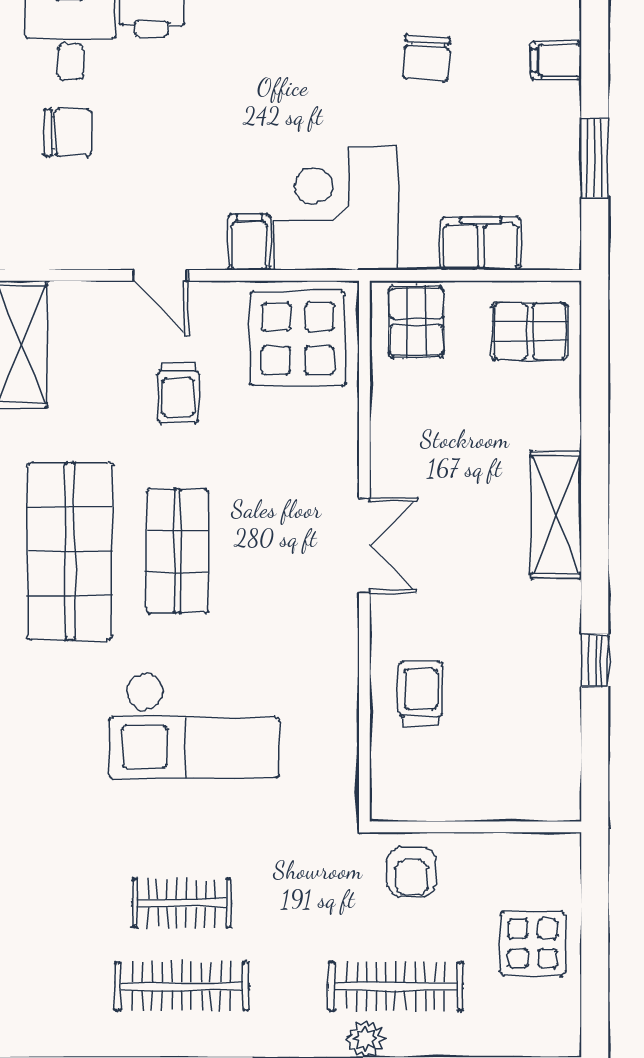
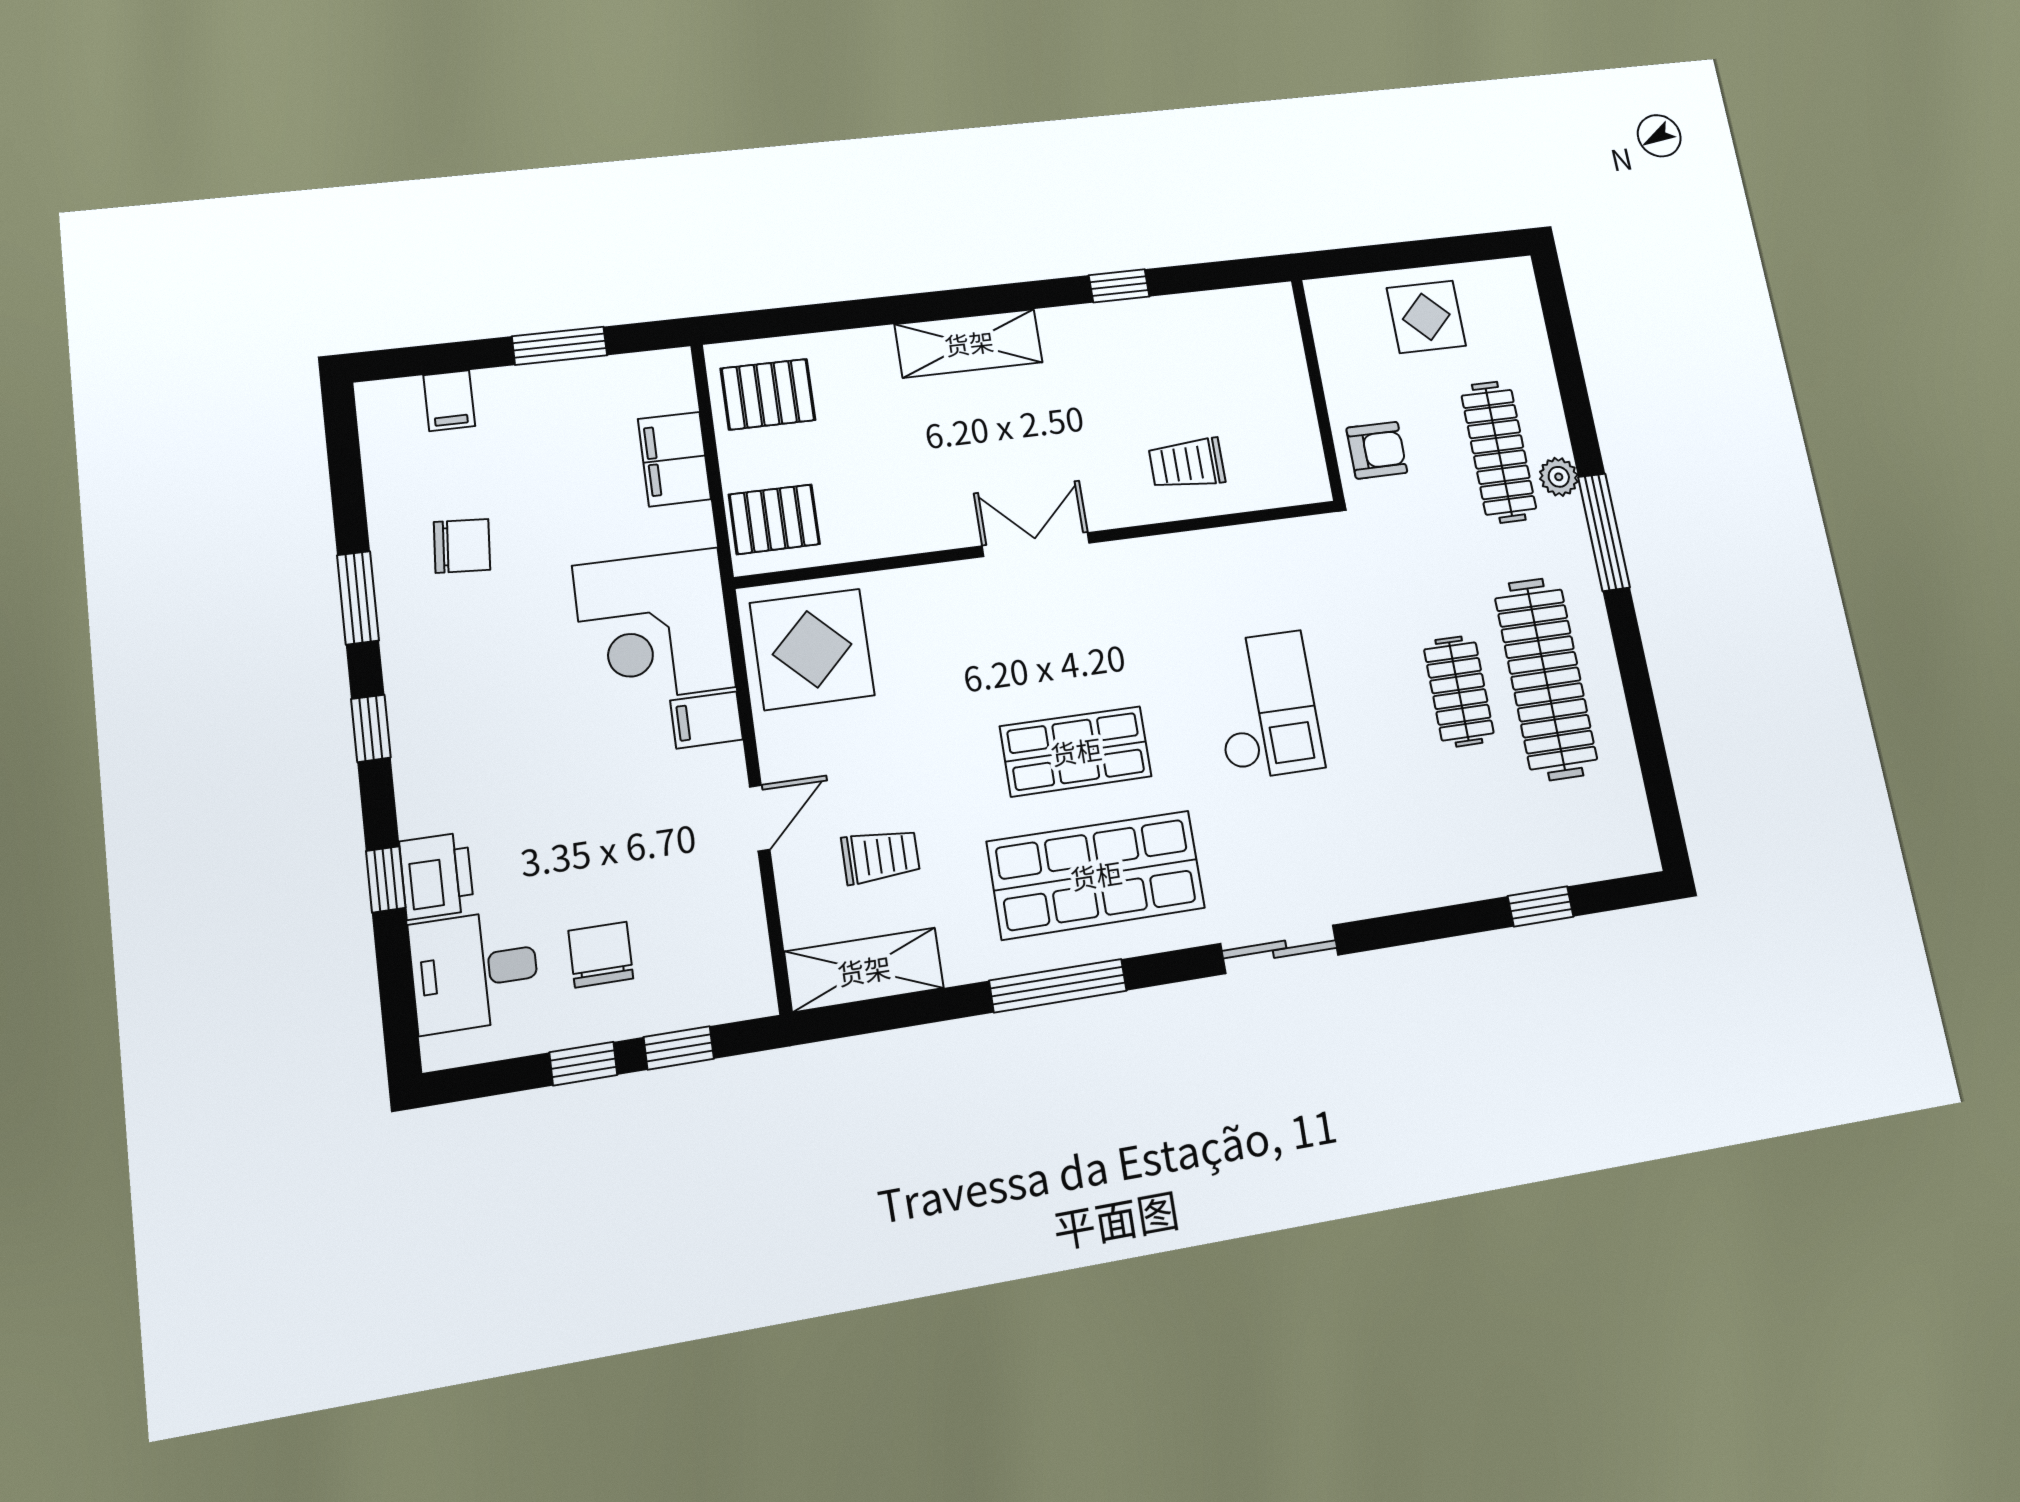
pallet: (530, 331) -> (768, 394), turned 90
trolley: (178, 393) -> (881, 856), moved
checkout: (194, 725) -> (1266, 705), width x0.73, depth x0.83
clothes rail: (182, 986) -> (1546, 679), width x1.37, depth x1.31

